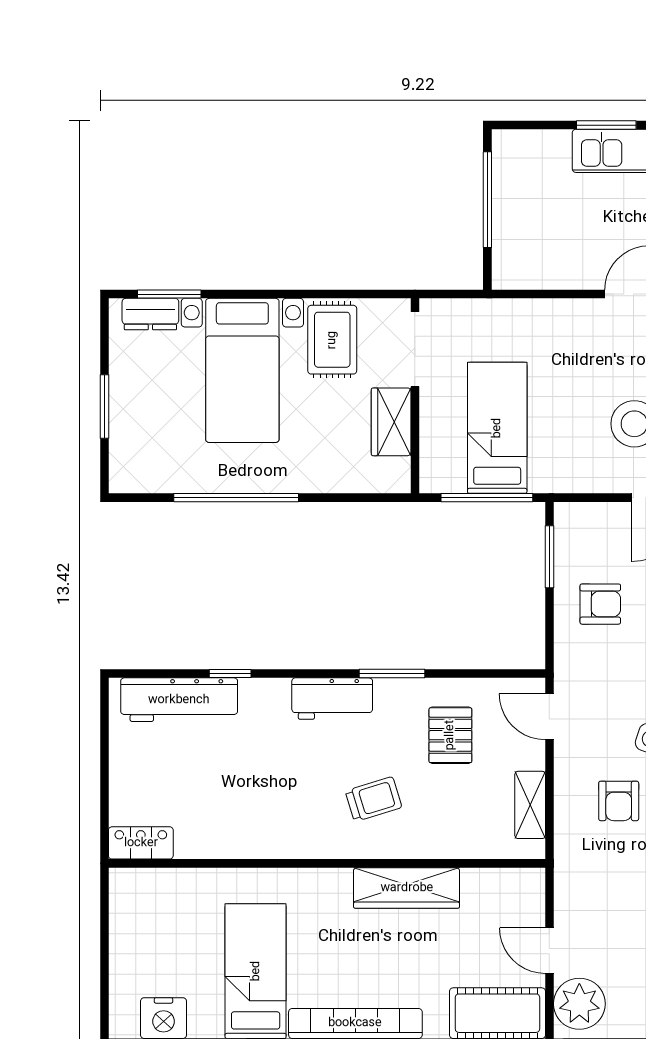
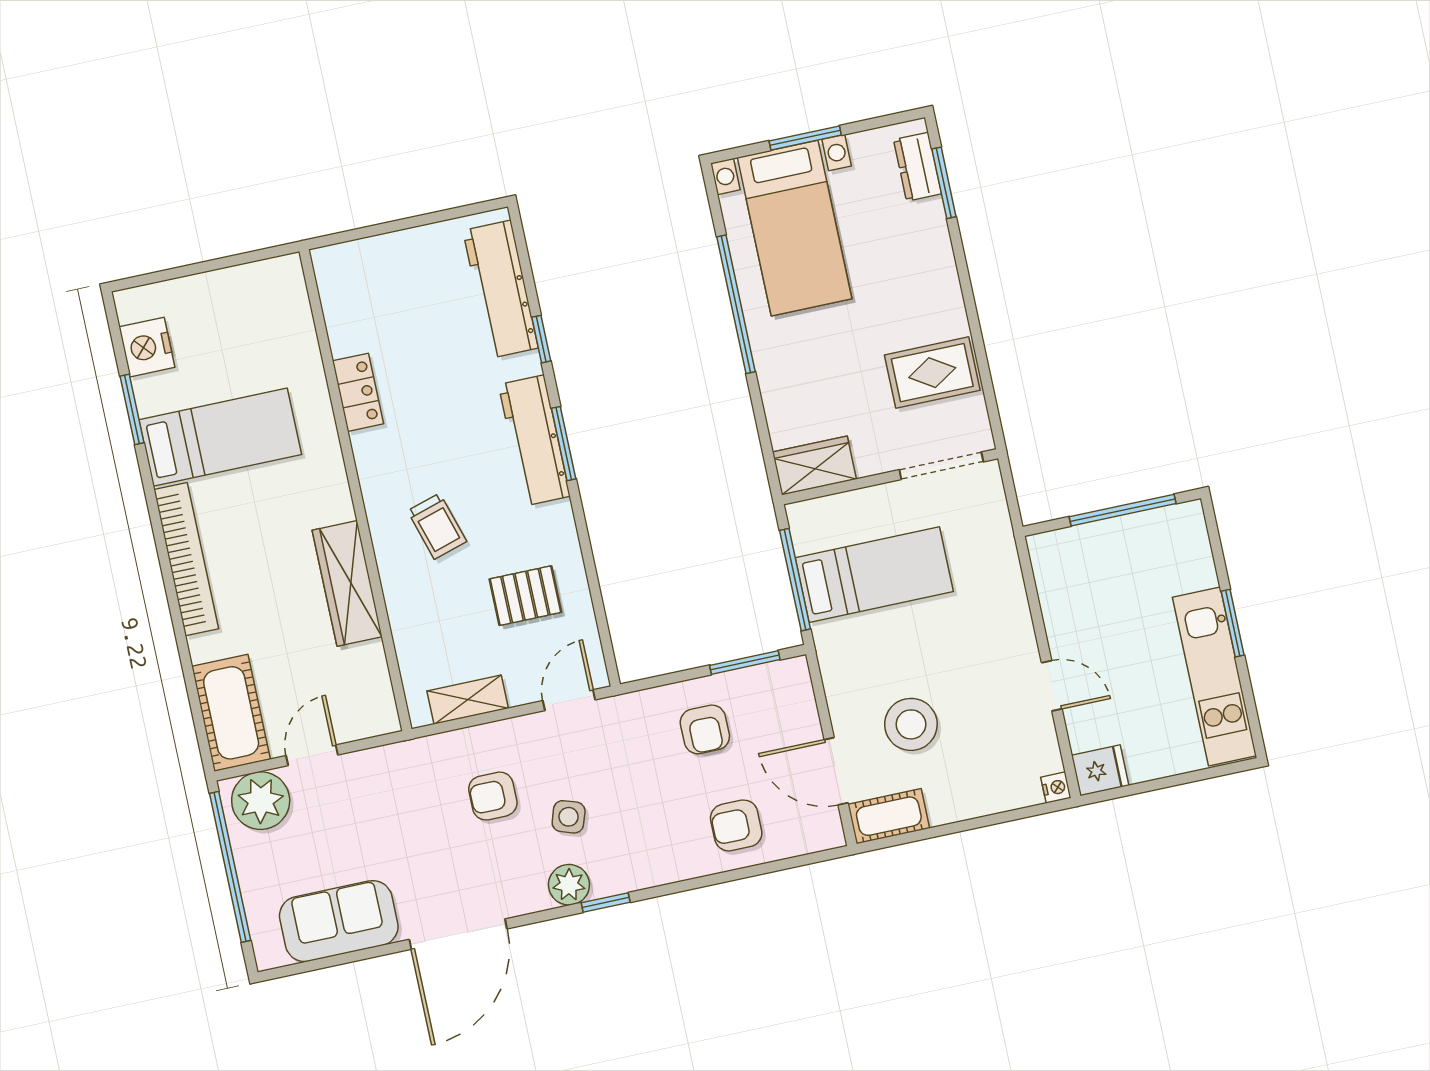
bed with nightstands: (242, 370) -> (795, 228), moved, turned -90
wardrobe: (391, 422) -> (814, 465), moved
window: (392, 674) -> (564, 444), moved
workbench: (332, 699) -> (534, 440), width x1.38
locker: (141, 843) -> (358, 392), moved

